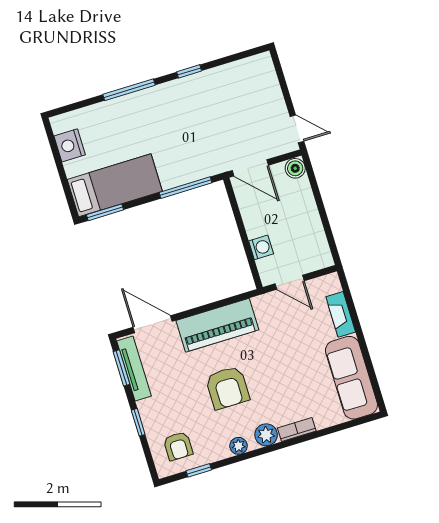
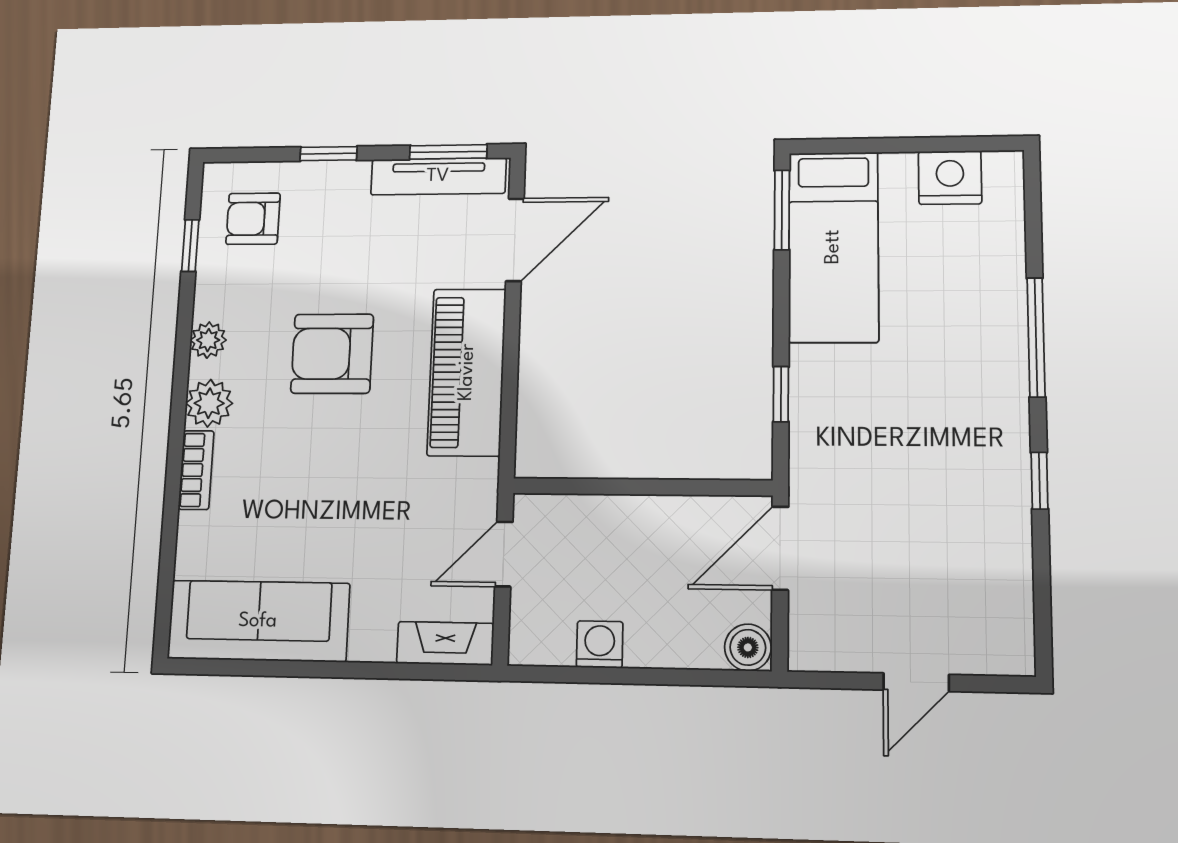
door: (297, 129) -> (916, 682), moved
window: (186, 188) -> (781, 394), width x0.46
washing machine: (261, 247) -> (600, 644), moved, turned 180
fireplace: (341, 314) -> (445, 643), moved

